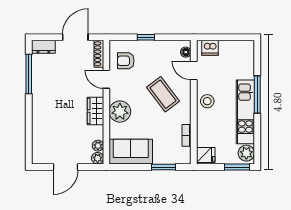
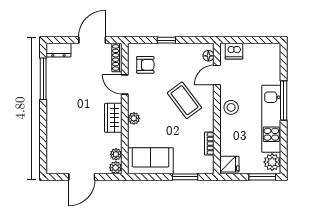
armchair: (126, 61) -> (145, 65), turned 180
door: (194, 70) -> (217, 75), hinge flipped
plant: (120, 112) -> (134, 118), width x0.53, depth x0.53

